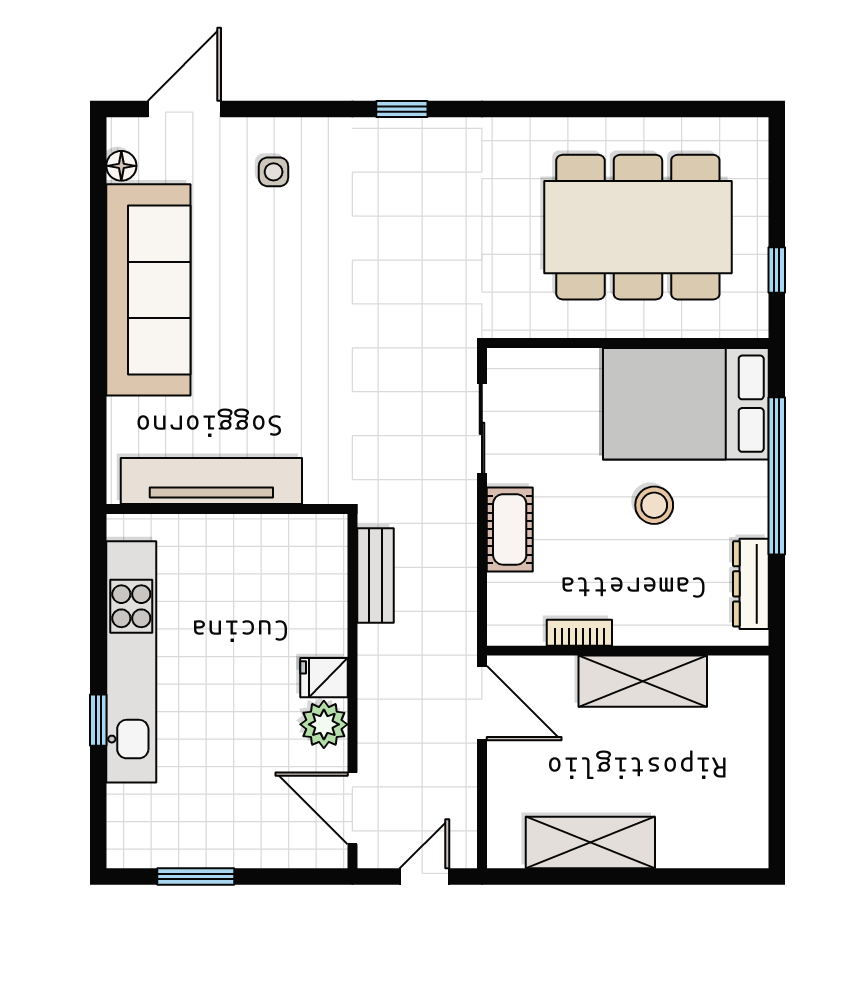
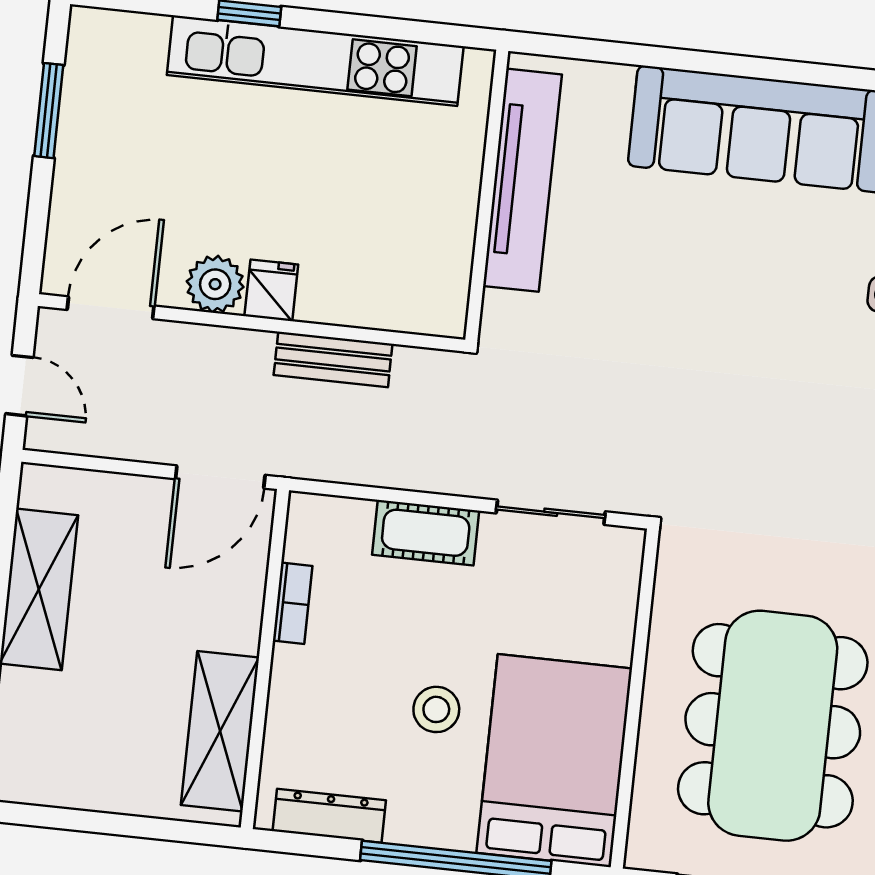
bench: (375, 576) -> (333, 359), moved
shelving: (643, 681) -> (220, 731), moved

